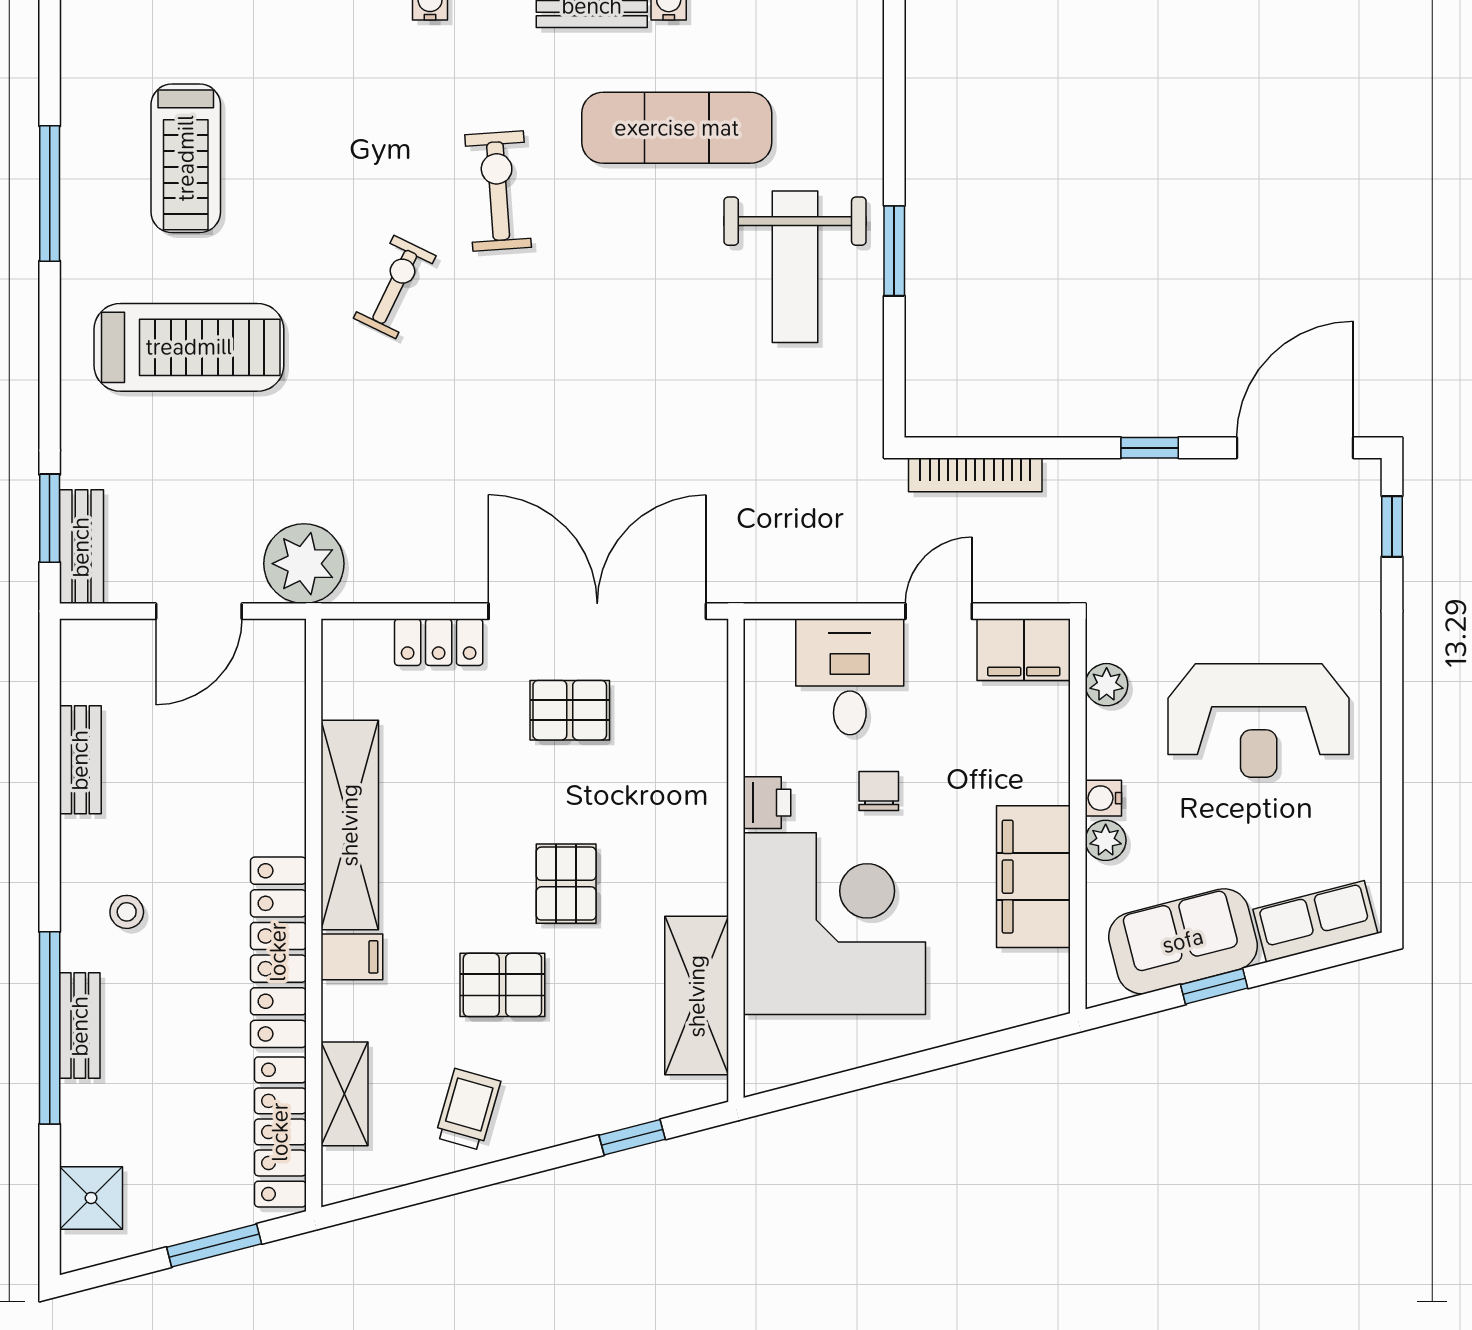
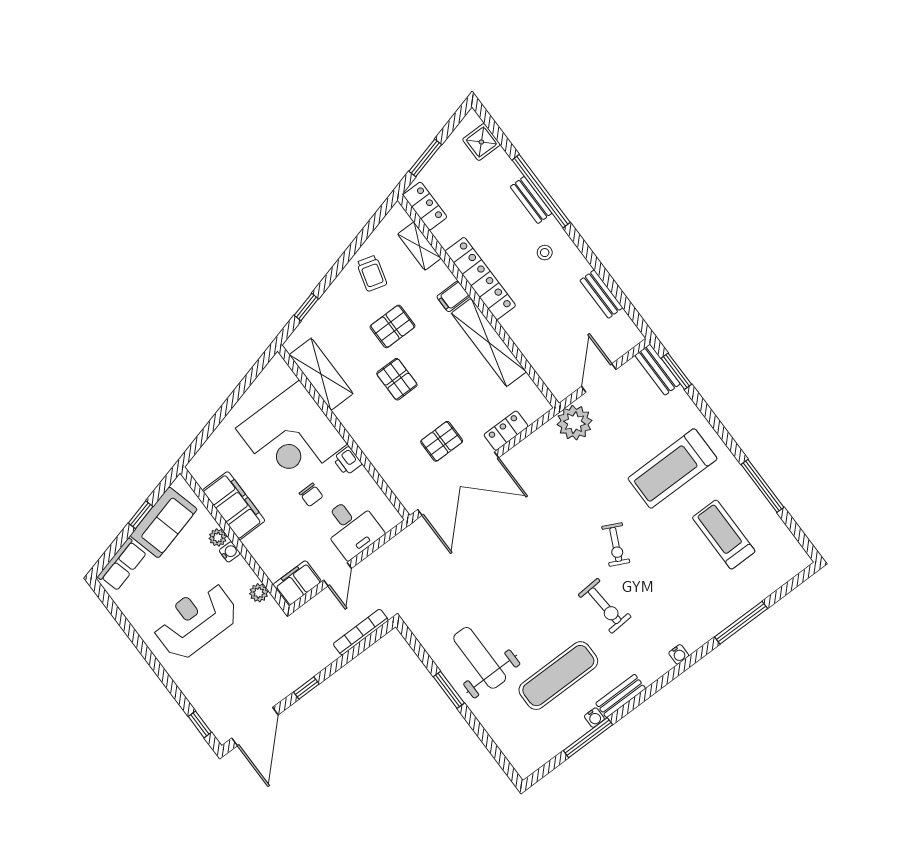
locker: (280, 1132) -> (425, 206), width x0.66

